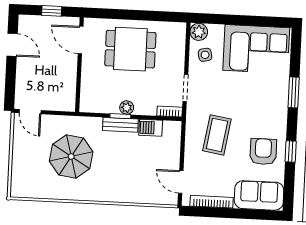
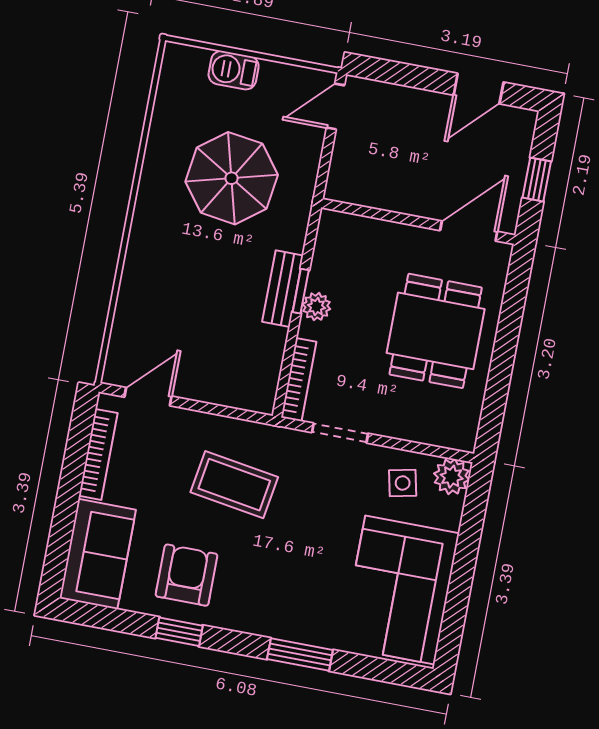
bookcase: (170, 111) -> (299, 380), width x1.56
barbecue: (151, 128) -> (234, 70), moved, turned -90
armchair: (263, 152) -> (187, 575), turned -90

